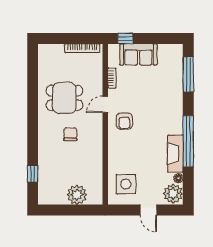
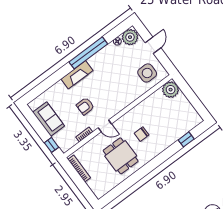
sofa: (138, 54) -> (49, 119), moved
window: (188, 74) -> (44, 86), removed
armchair: (124, 121) -> (85, 106), moved, turned 180
fireplace: (175, 154) -> (77, 75), moved
plant: (77, 195) -> (171, 90), moved

